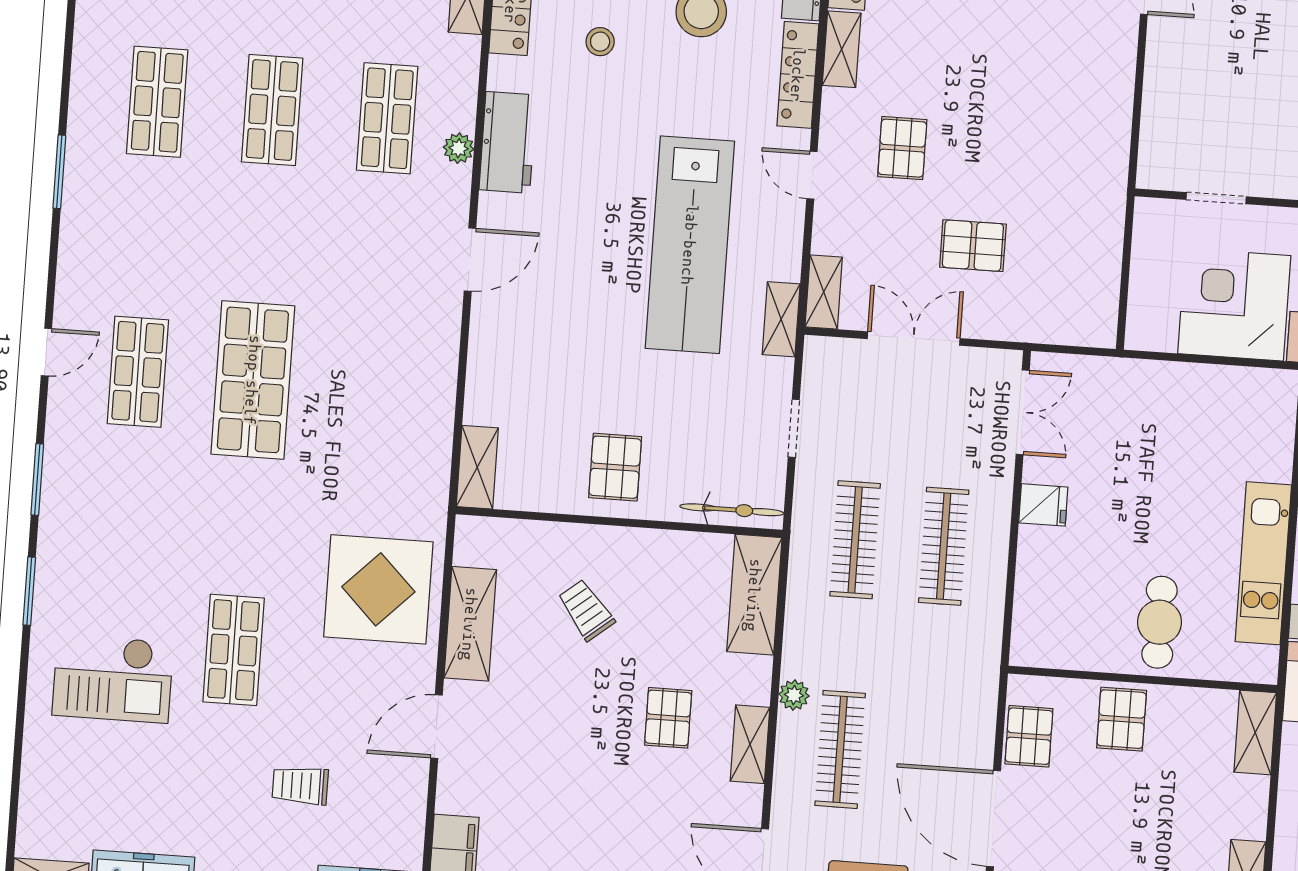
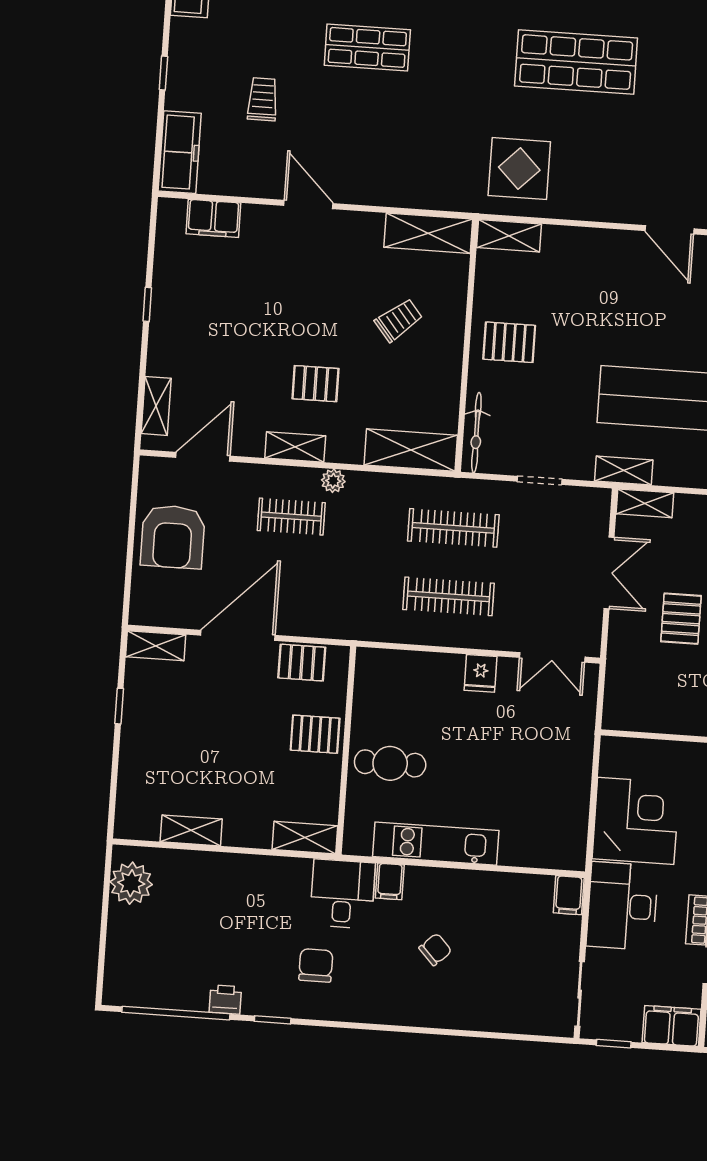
display table: (378, 589) -> (519, 169), moved, width x0.73, depth x0.73
shelving: (470, 624) -> (428, 233), moved
clothes rail: (840, 749) -> (291, 517), width x0.73

